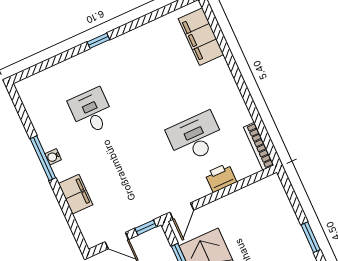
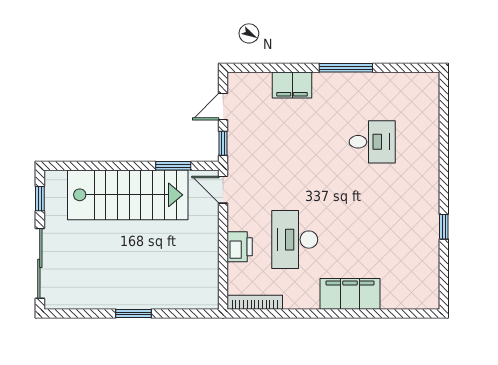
filing cabinet: (201, 37) -> (350, 294), moved
window: (98, 41) -> (444, 227), moved
desk: (195, 137) -> (295, 240), turned 180
water cooler: (53, 157) -> (343, 79), removed

